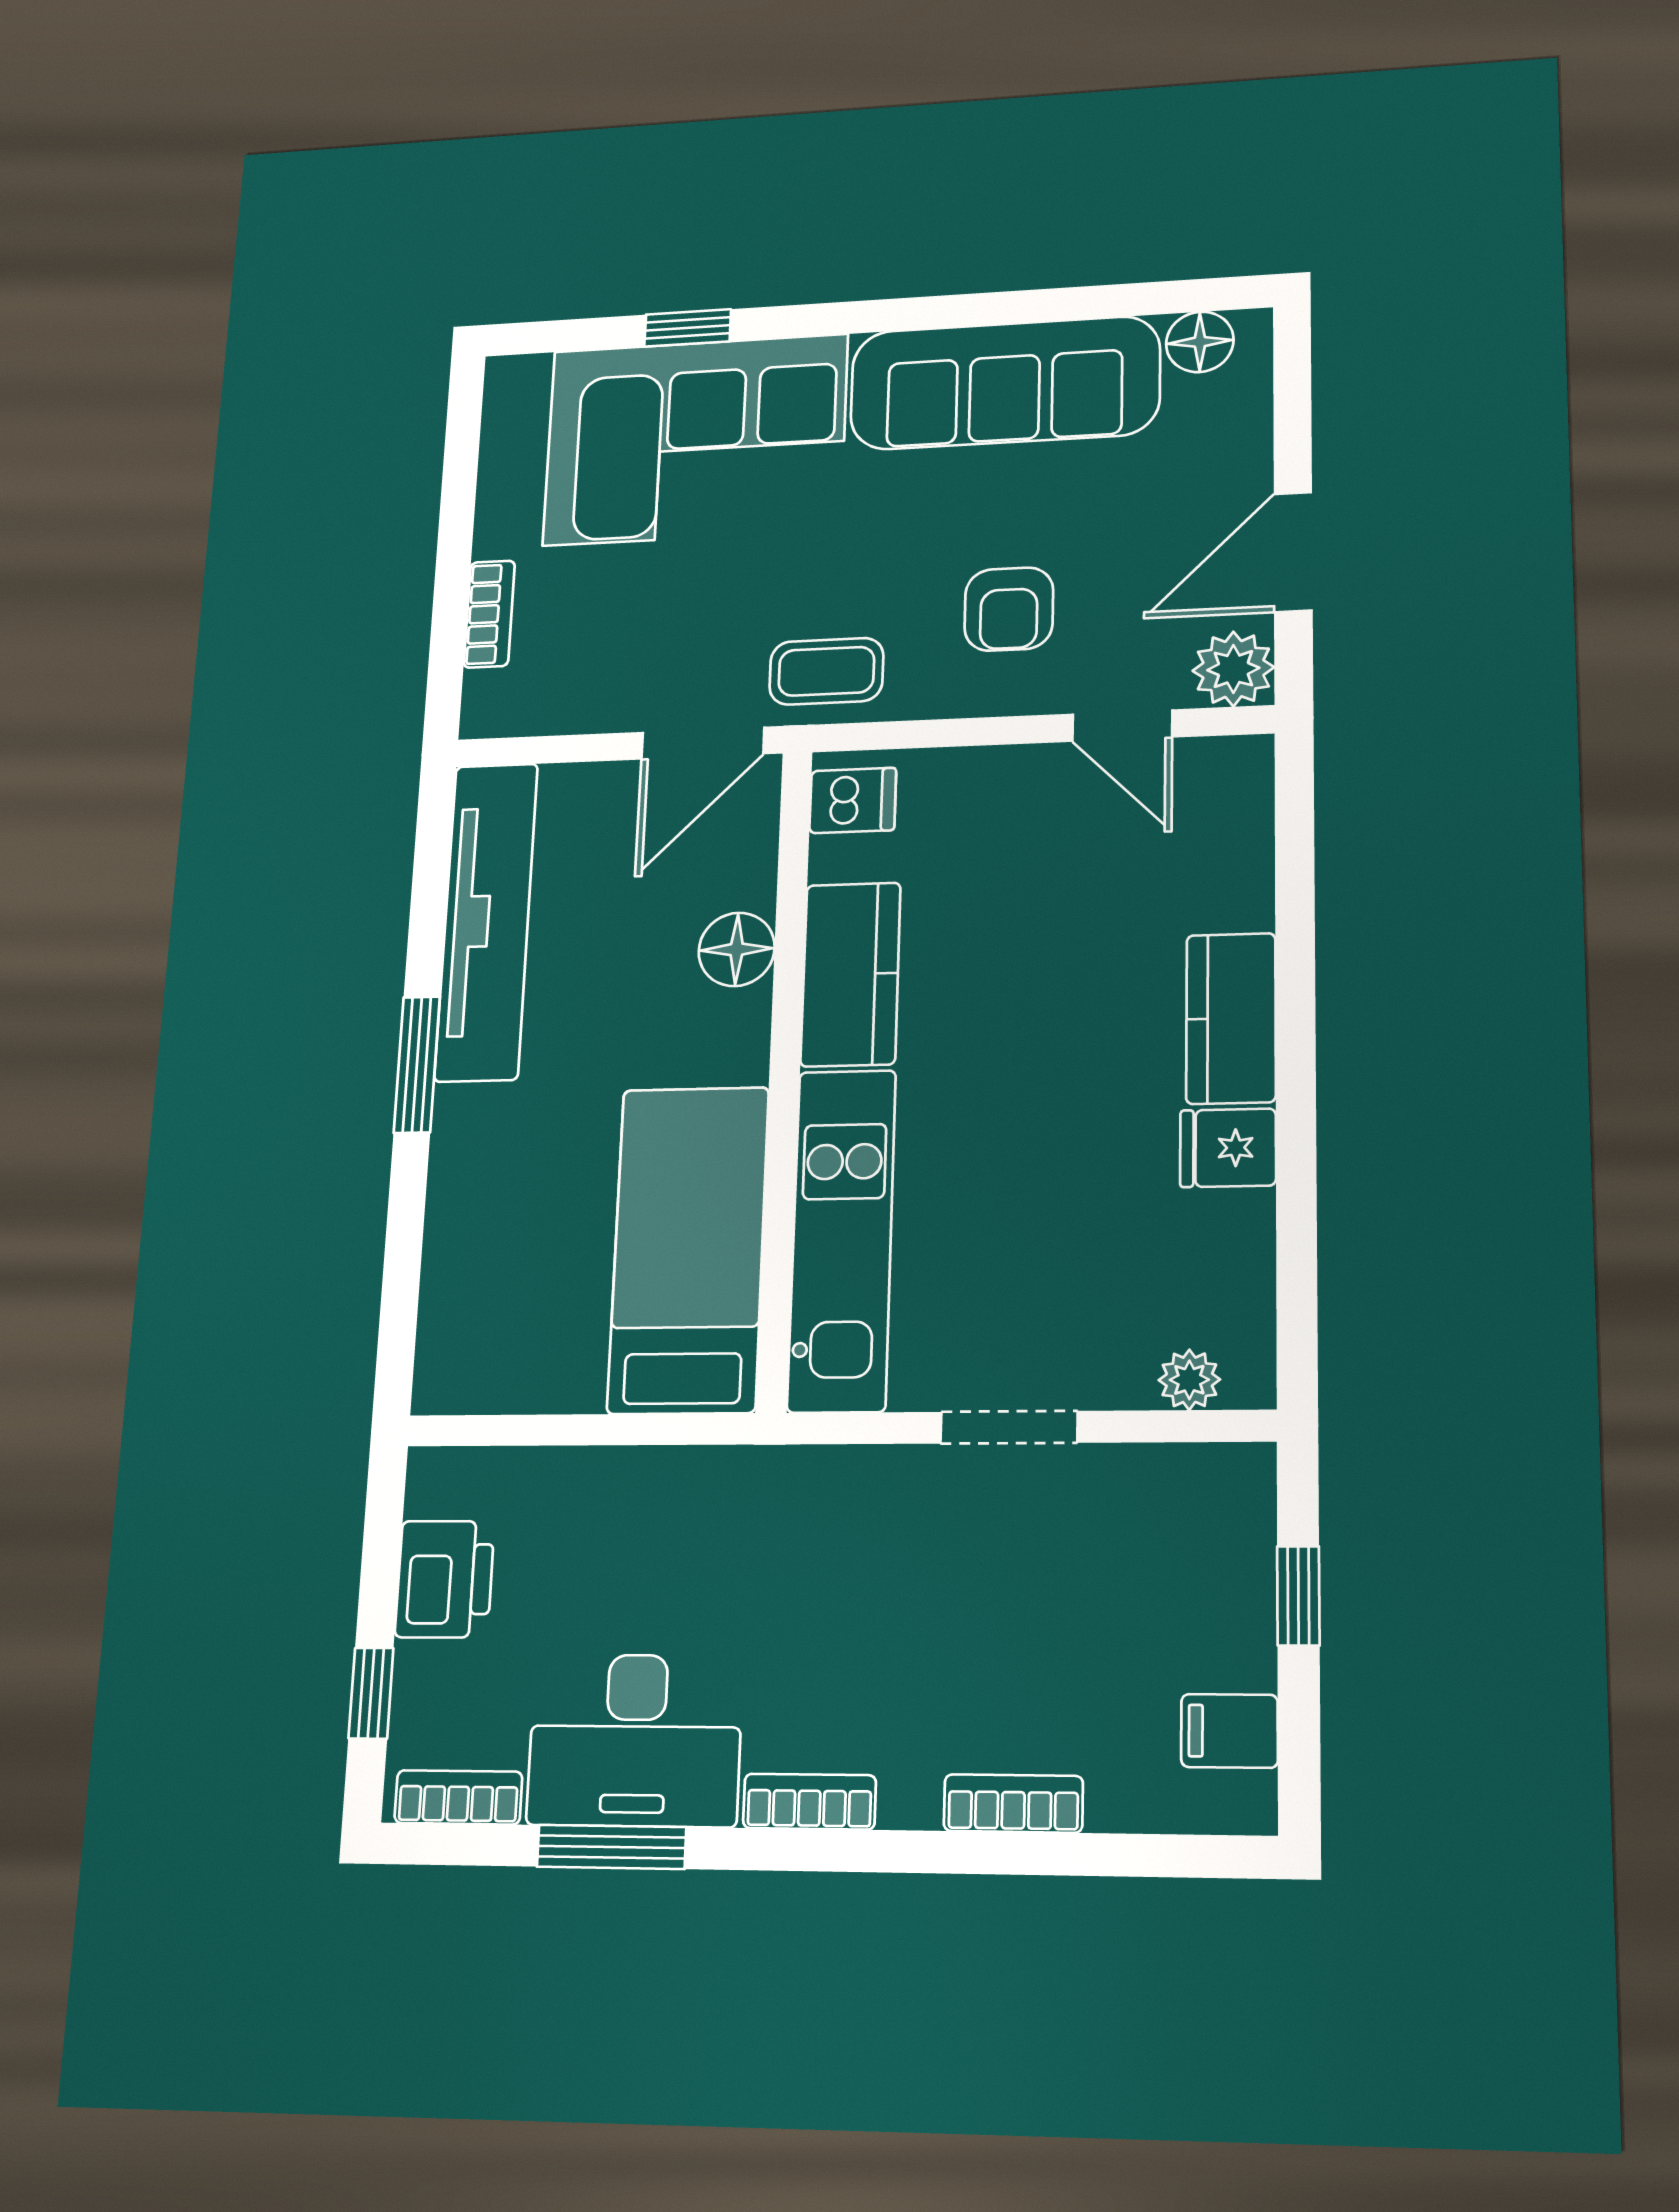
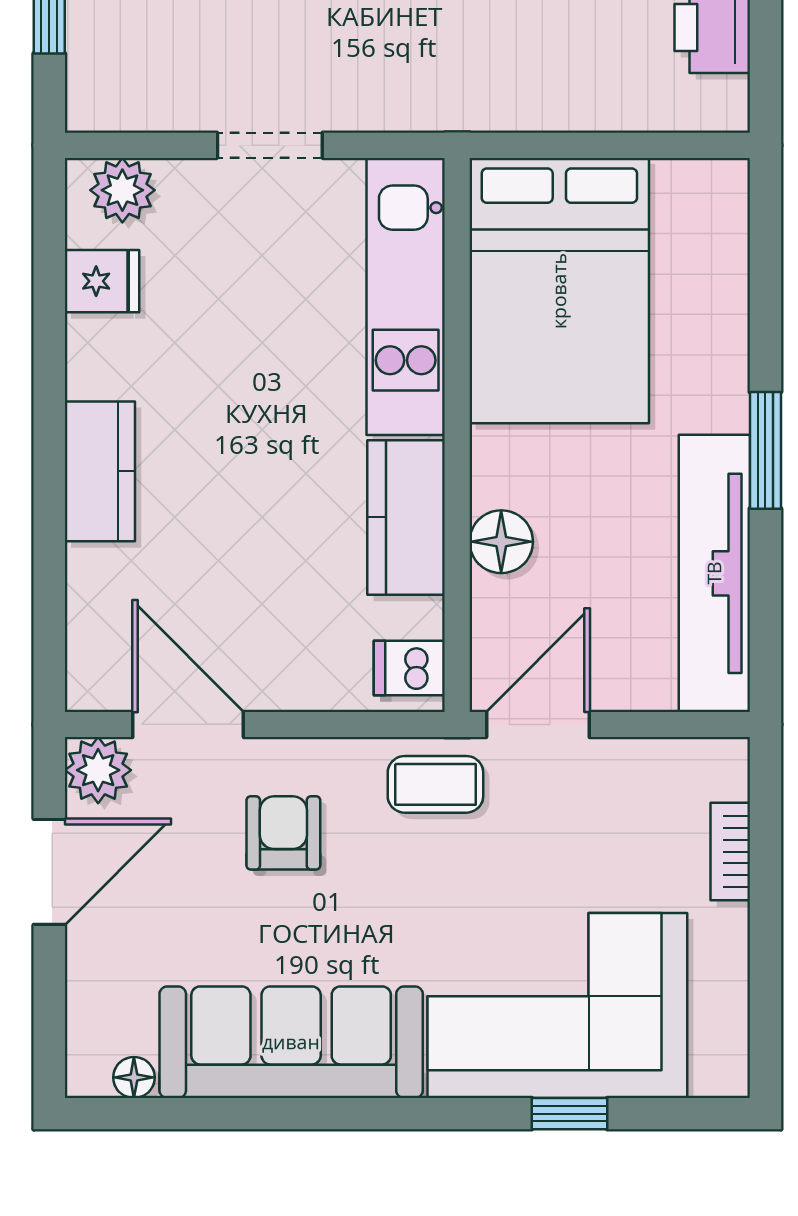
floor lamp: (1200, 342) -> (134, 1077), width x0.73, depth x0.73
door: (1122, 726) -> (188, 724), width x1.37
fridge: (1228, 1148) -> (102, 281), moved
bed: (688, 1249) -> (559, 291), width x1.50
plant: (1189, 1380) -> (122, 190), width x1.38, depth x1.38

